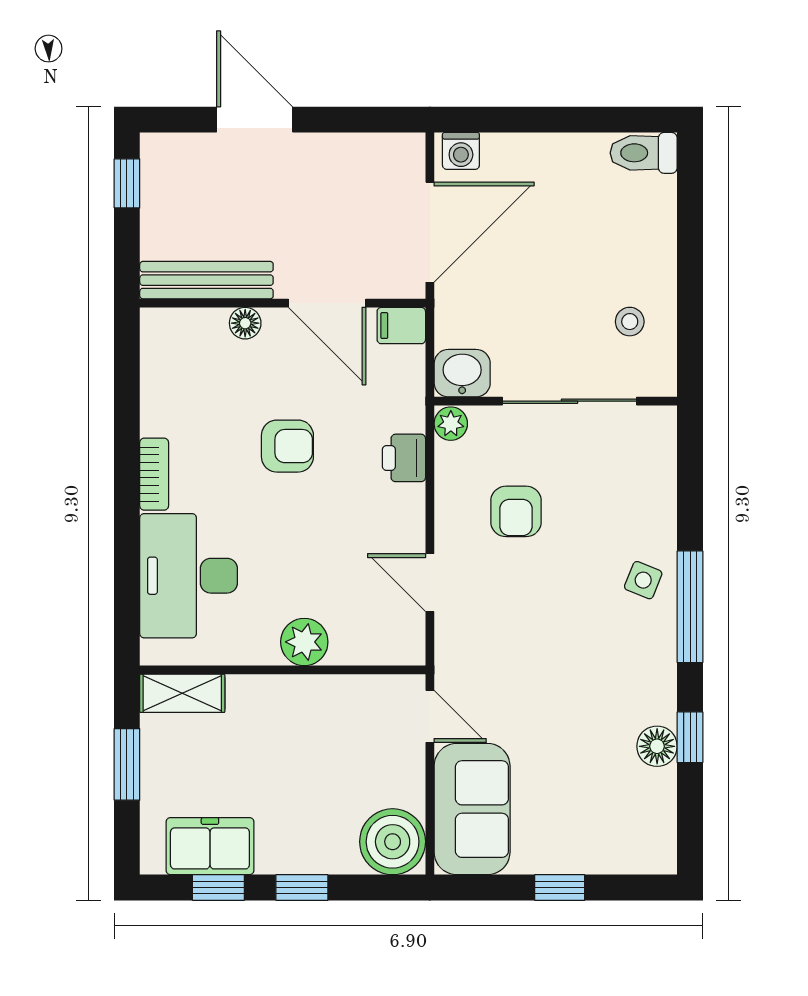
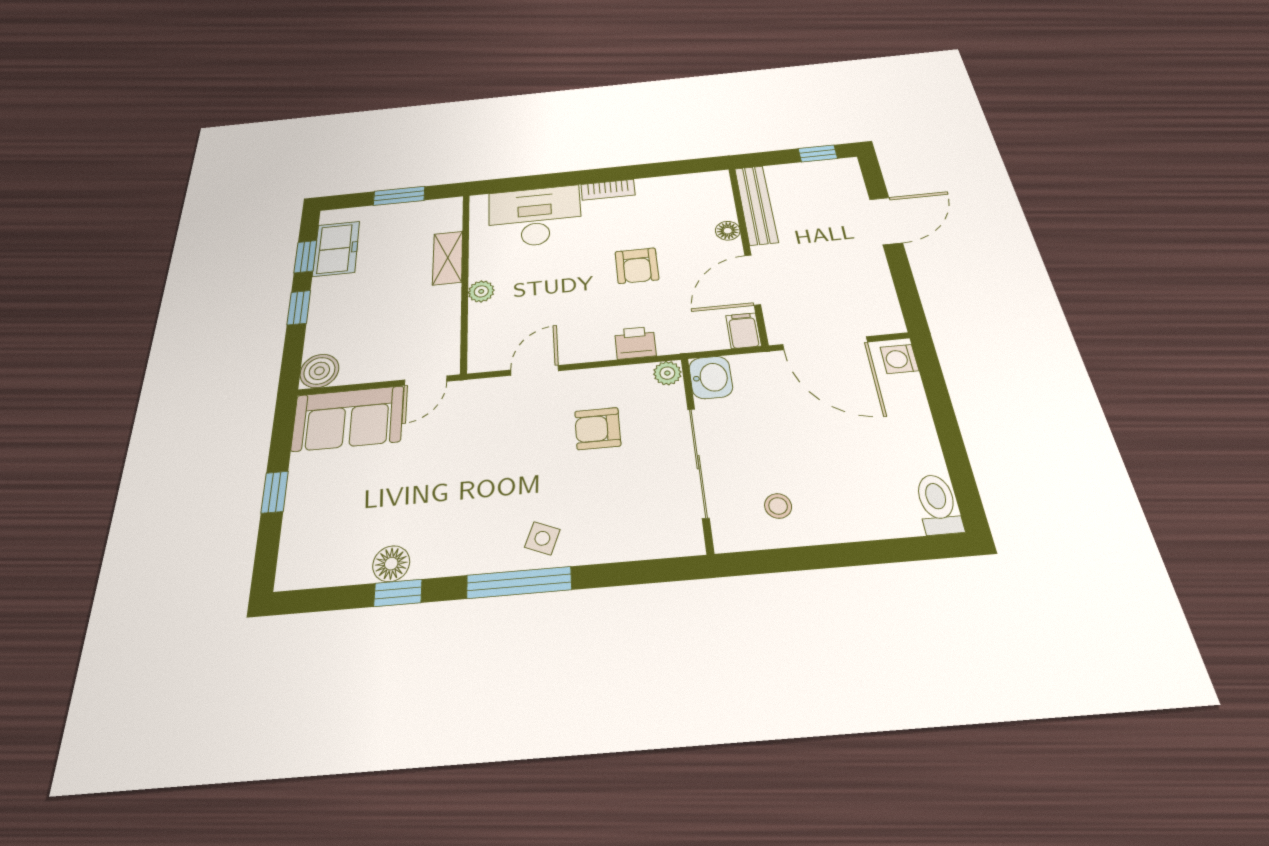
plant: (304, 642) -> (481, 291), width x0.73, depth x0.73
shelving: (182, 693) -> (448, 258), moved
boiler: (393, 842) -> (319, 371), width x0.73, depth x0.73

